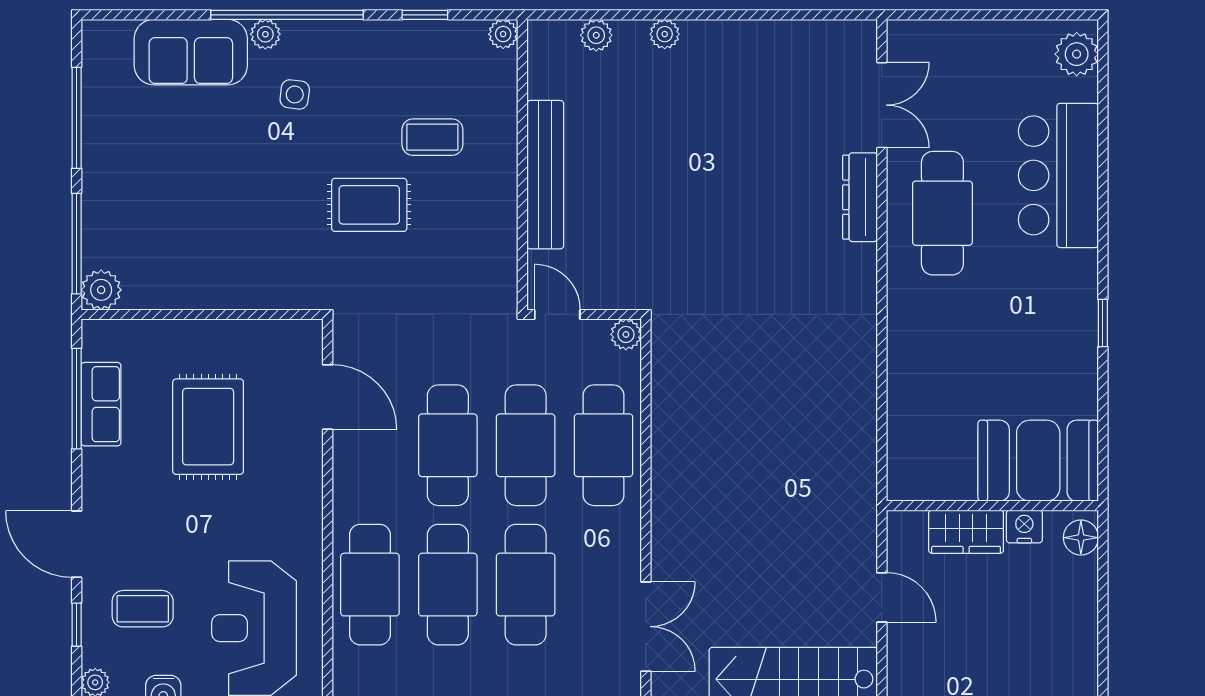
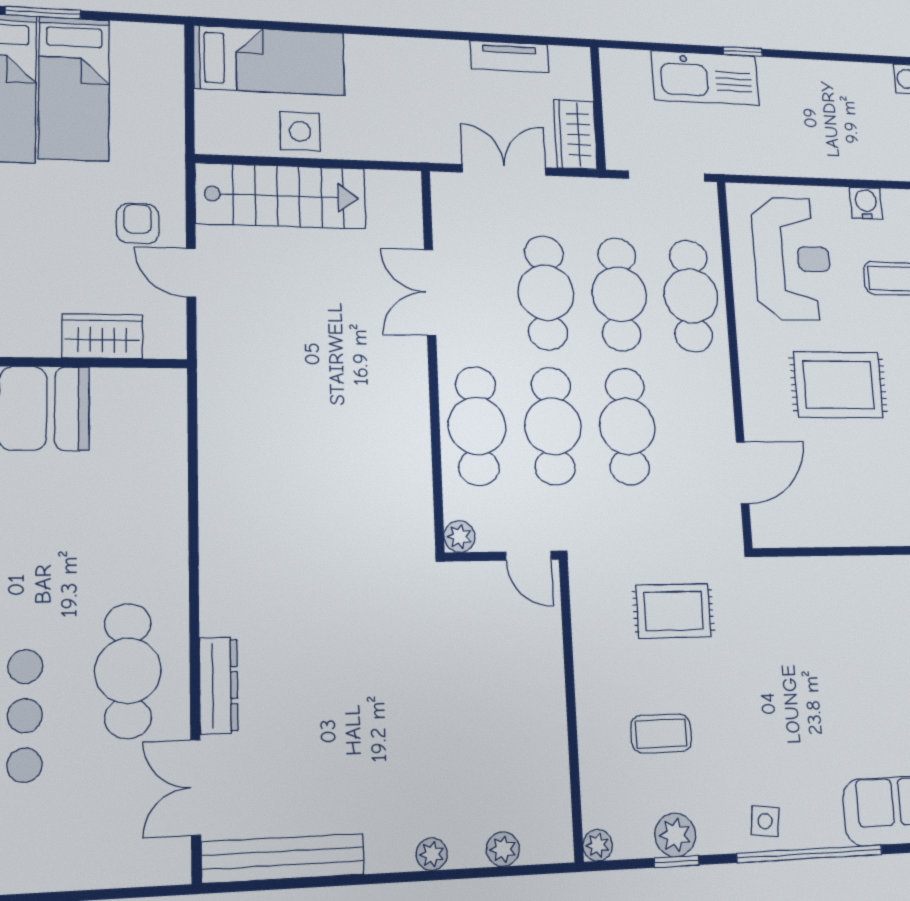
plant: (265, 34) -> (675, 835), moved, width x1.38, depth x1.38
side table: (295, 94) -> (765, 821), moved
bench: (545, 175) -> (283, 858), moved, turned 90
rug: (369, 205) -> (674, 611), moved
door: (328, 397) -> (743, 473), swing flipped
rug: (208, 427) -> (838, 385), moved, turned 90
nightstand: (1024, 527) -> (39, 341), removed
double door: (646, 627) -> (430, 292), moved
armchair: (933, 646) -> (138, 224), added

